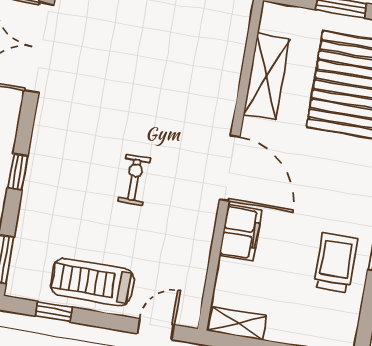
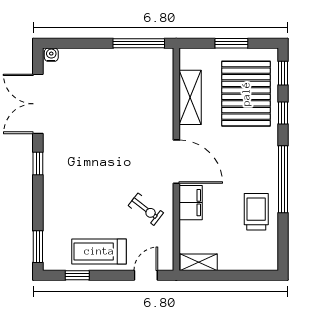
window: (18, 172) -> (38, 163), moved
exercise bike: (134, 180) -> (146, 209), moved, turned 128

